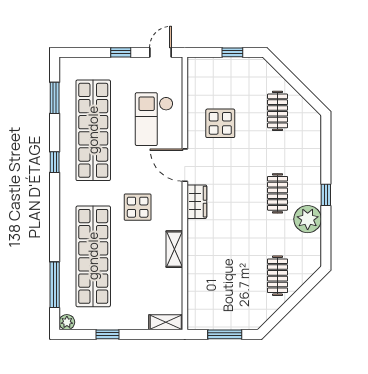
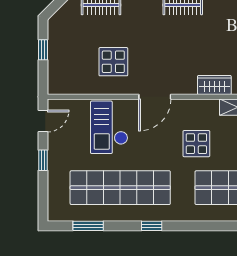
door: (160, 52) -> (43, 121), swing flipped
checkout: (154, 119) -> (109, 127), turned 90
wardrobe: (197, 202) -> (214, 85), moved

